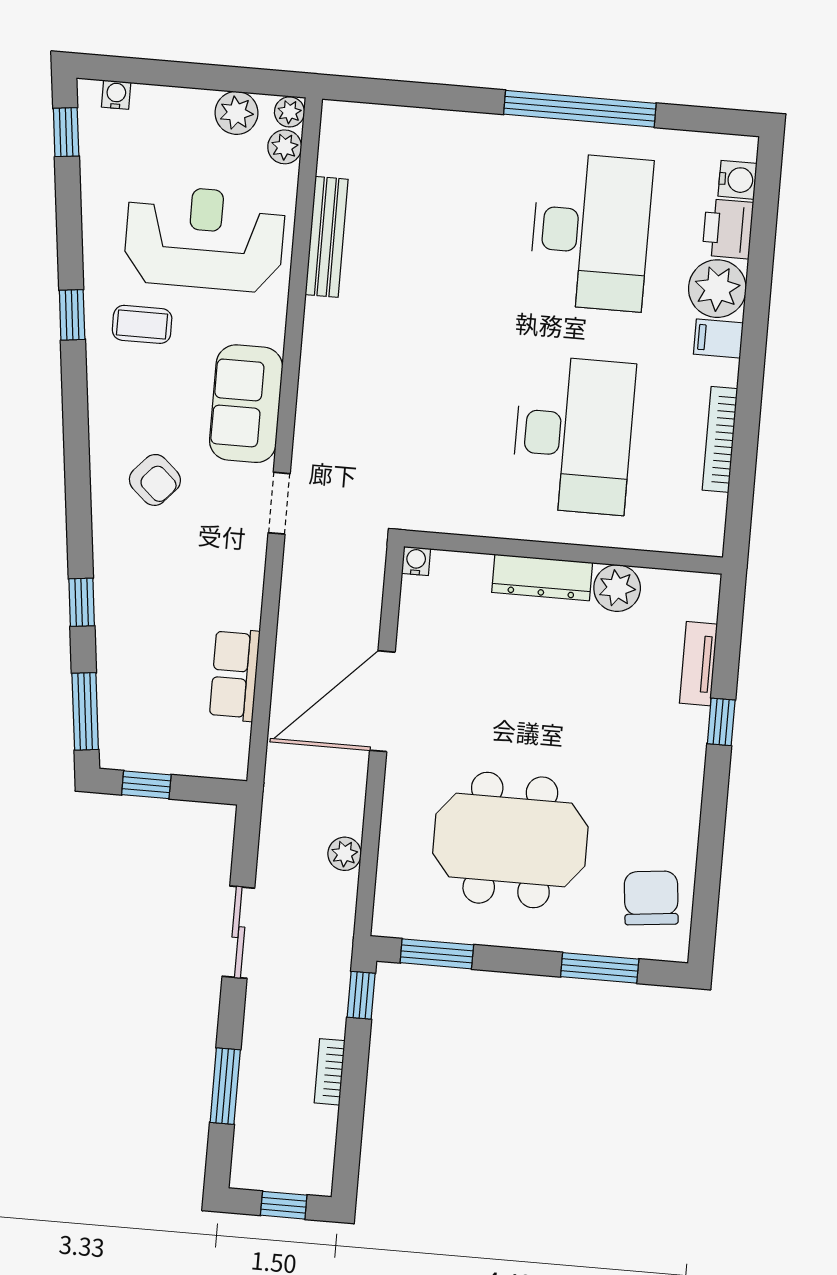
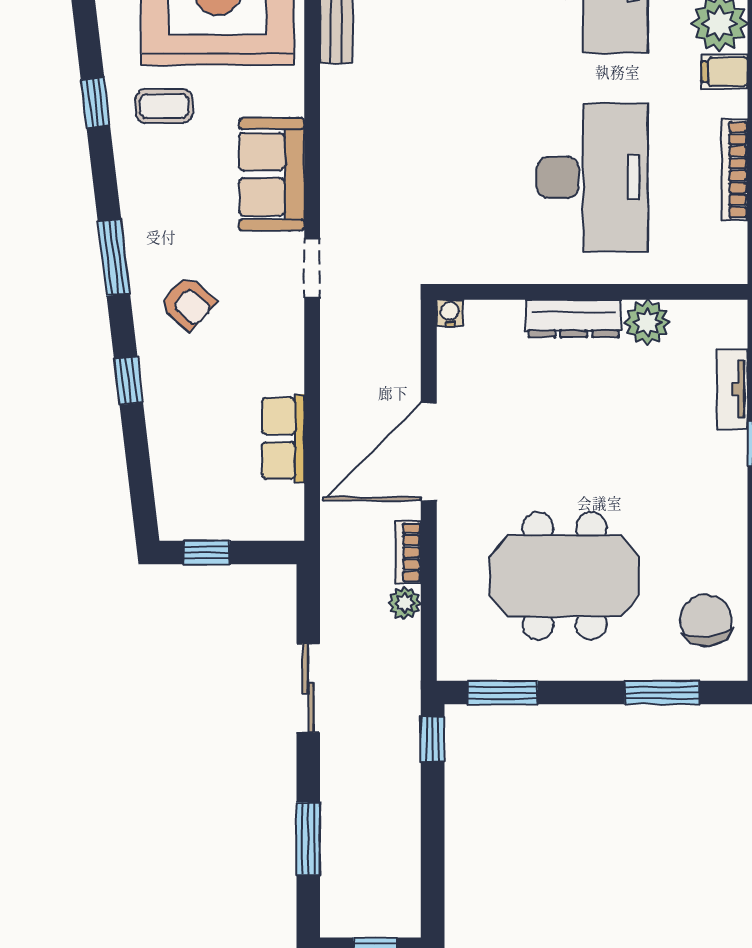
armchair: (155, 480) -> (188, 303), moved
window: (85, 711) -> (114, 257), moved
bookcase: (330, 1072) -> (408, 552), moved

